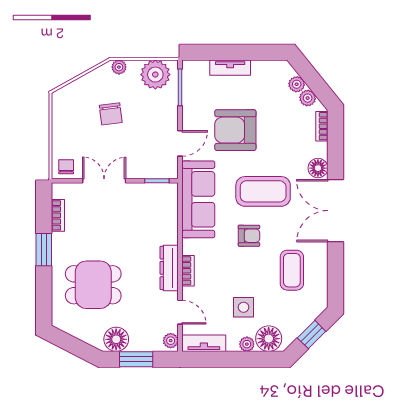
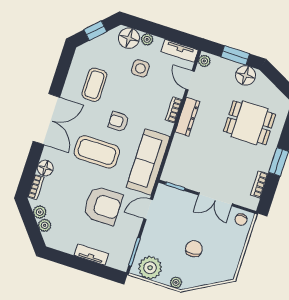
floor lamp: (318, 168) -> (45, 168), moved

